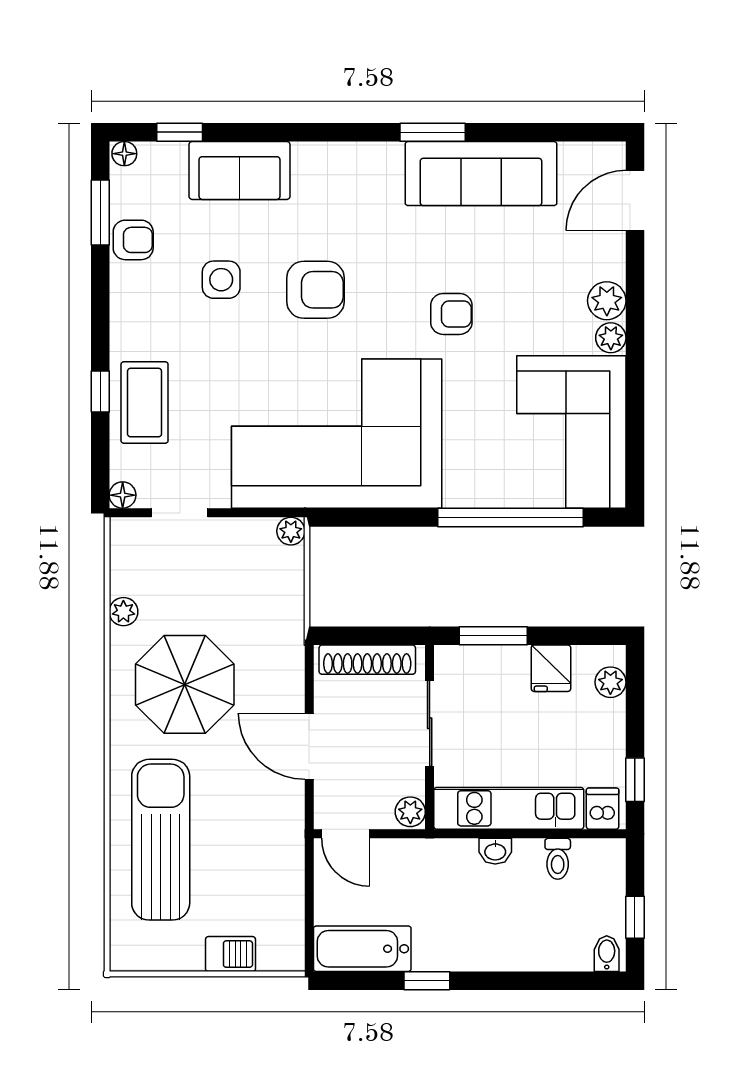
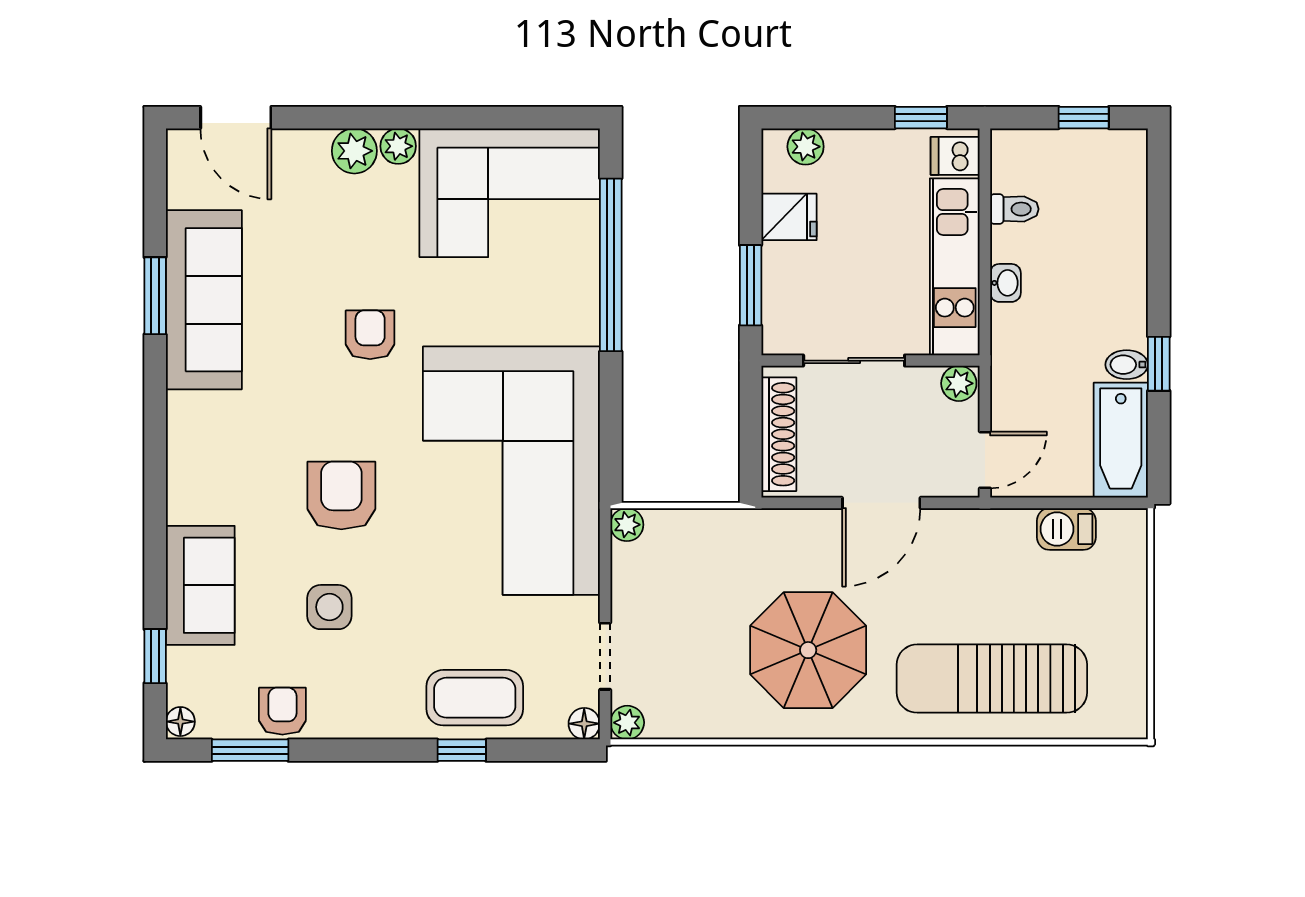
window: (433, 132) -> (155, 296), moved
plant: (123, 612) -> (627, 723), moved
barbecue: (230, 954) -> (1066, 529), moved, turned -90
bidet: (607, 954) -> (1127, 365), moved

